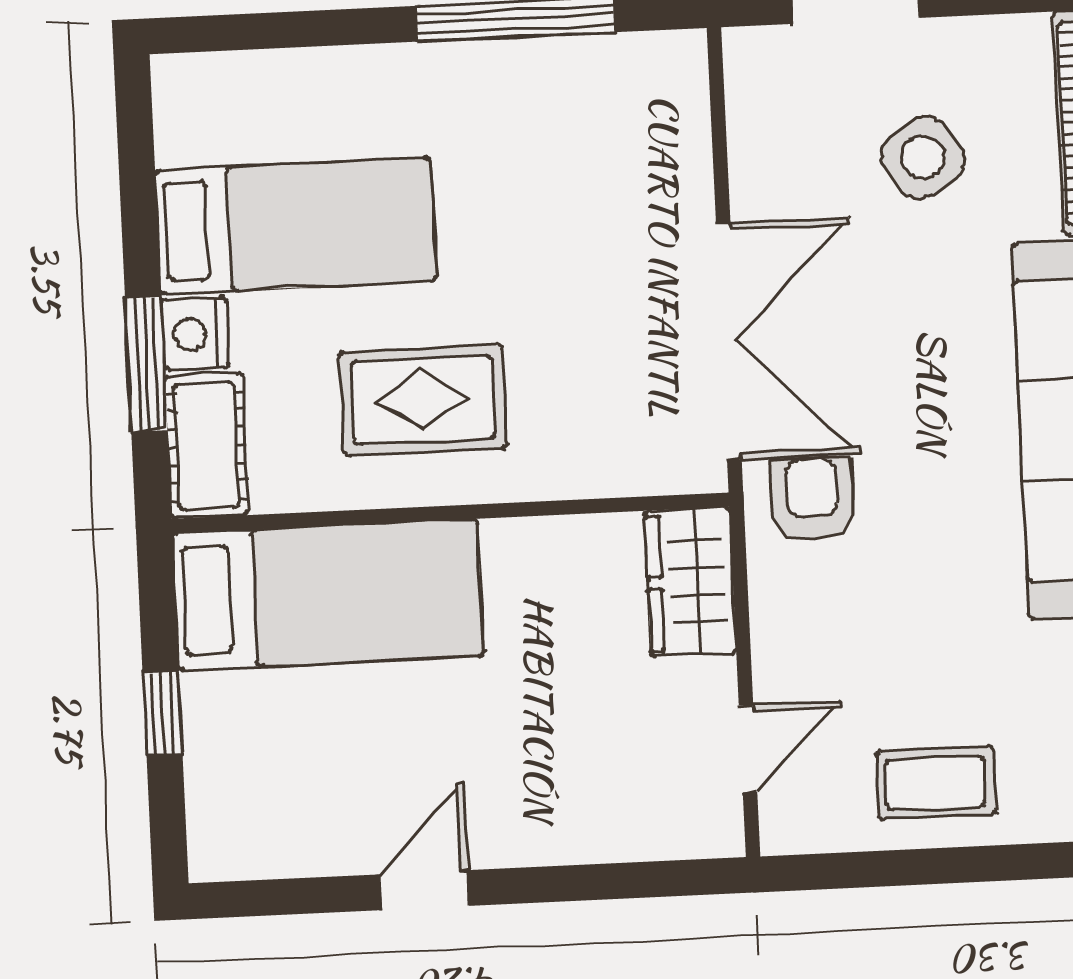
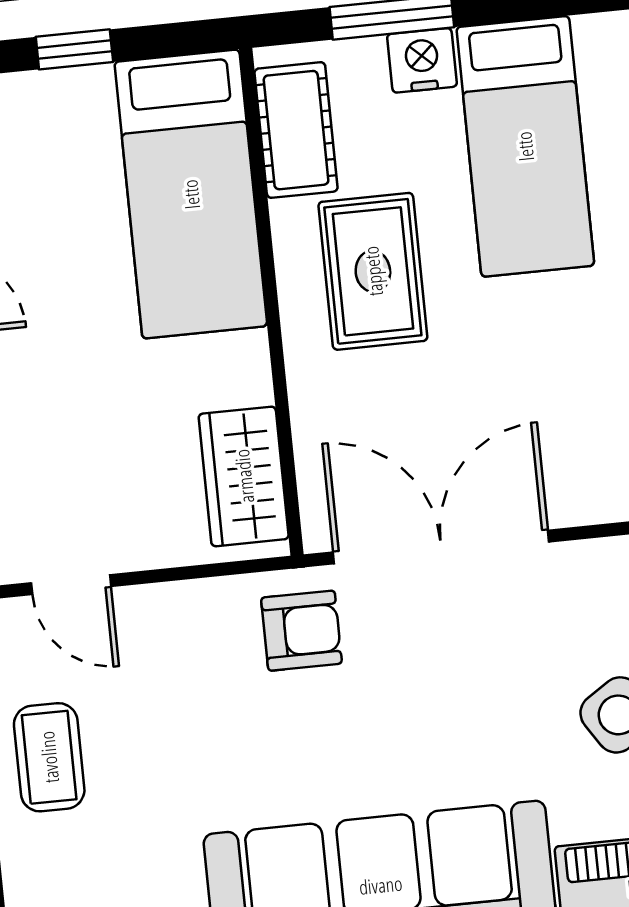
double door: (729, 342) -> (441, 547), swing flipped
cot: (207, 446) -> (296, 130), moved, turned 90
wardrobe: (690, 582) -> (244, 476), moved, turned -90

